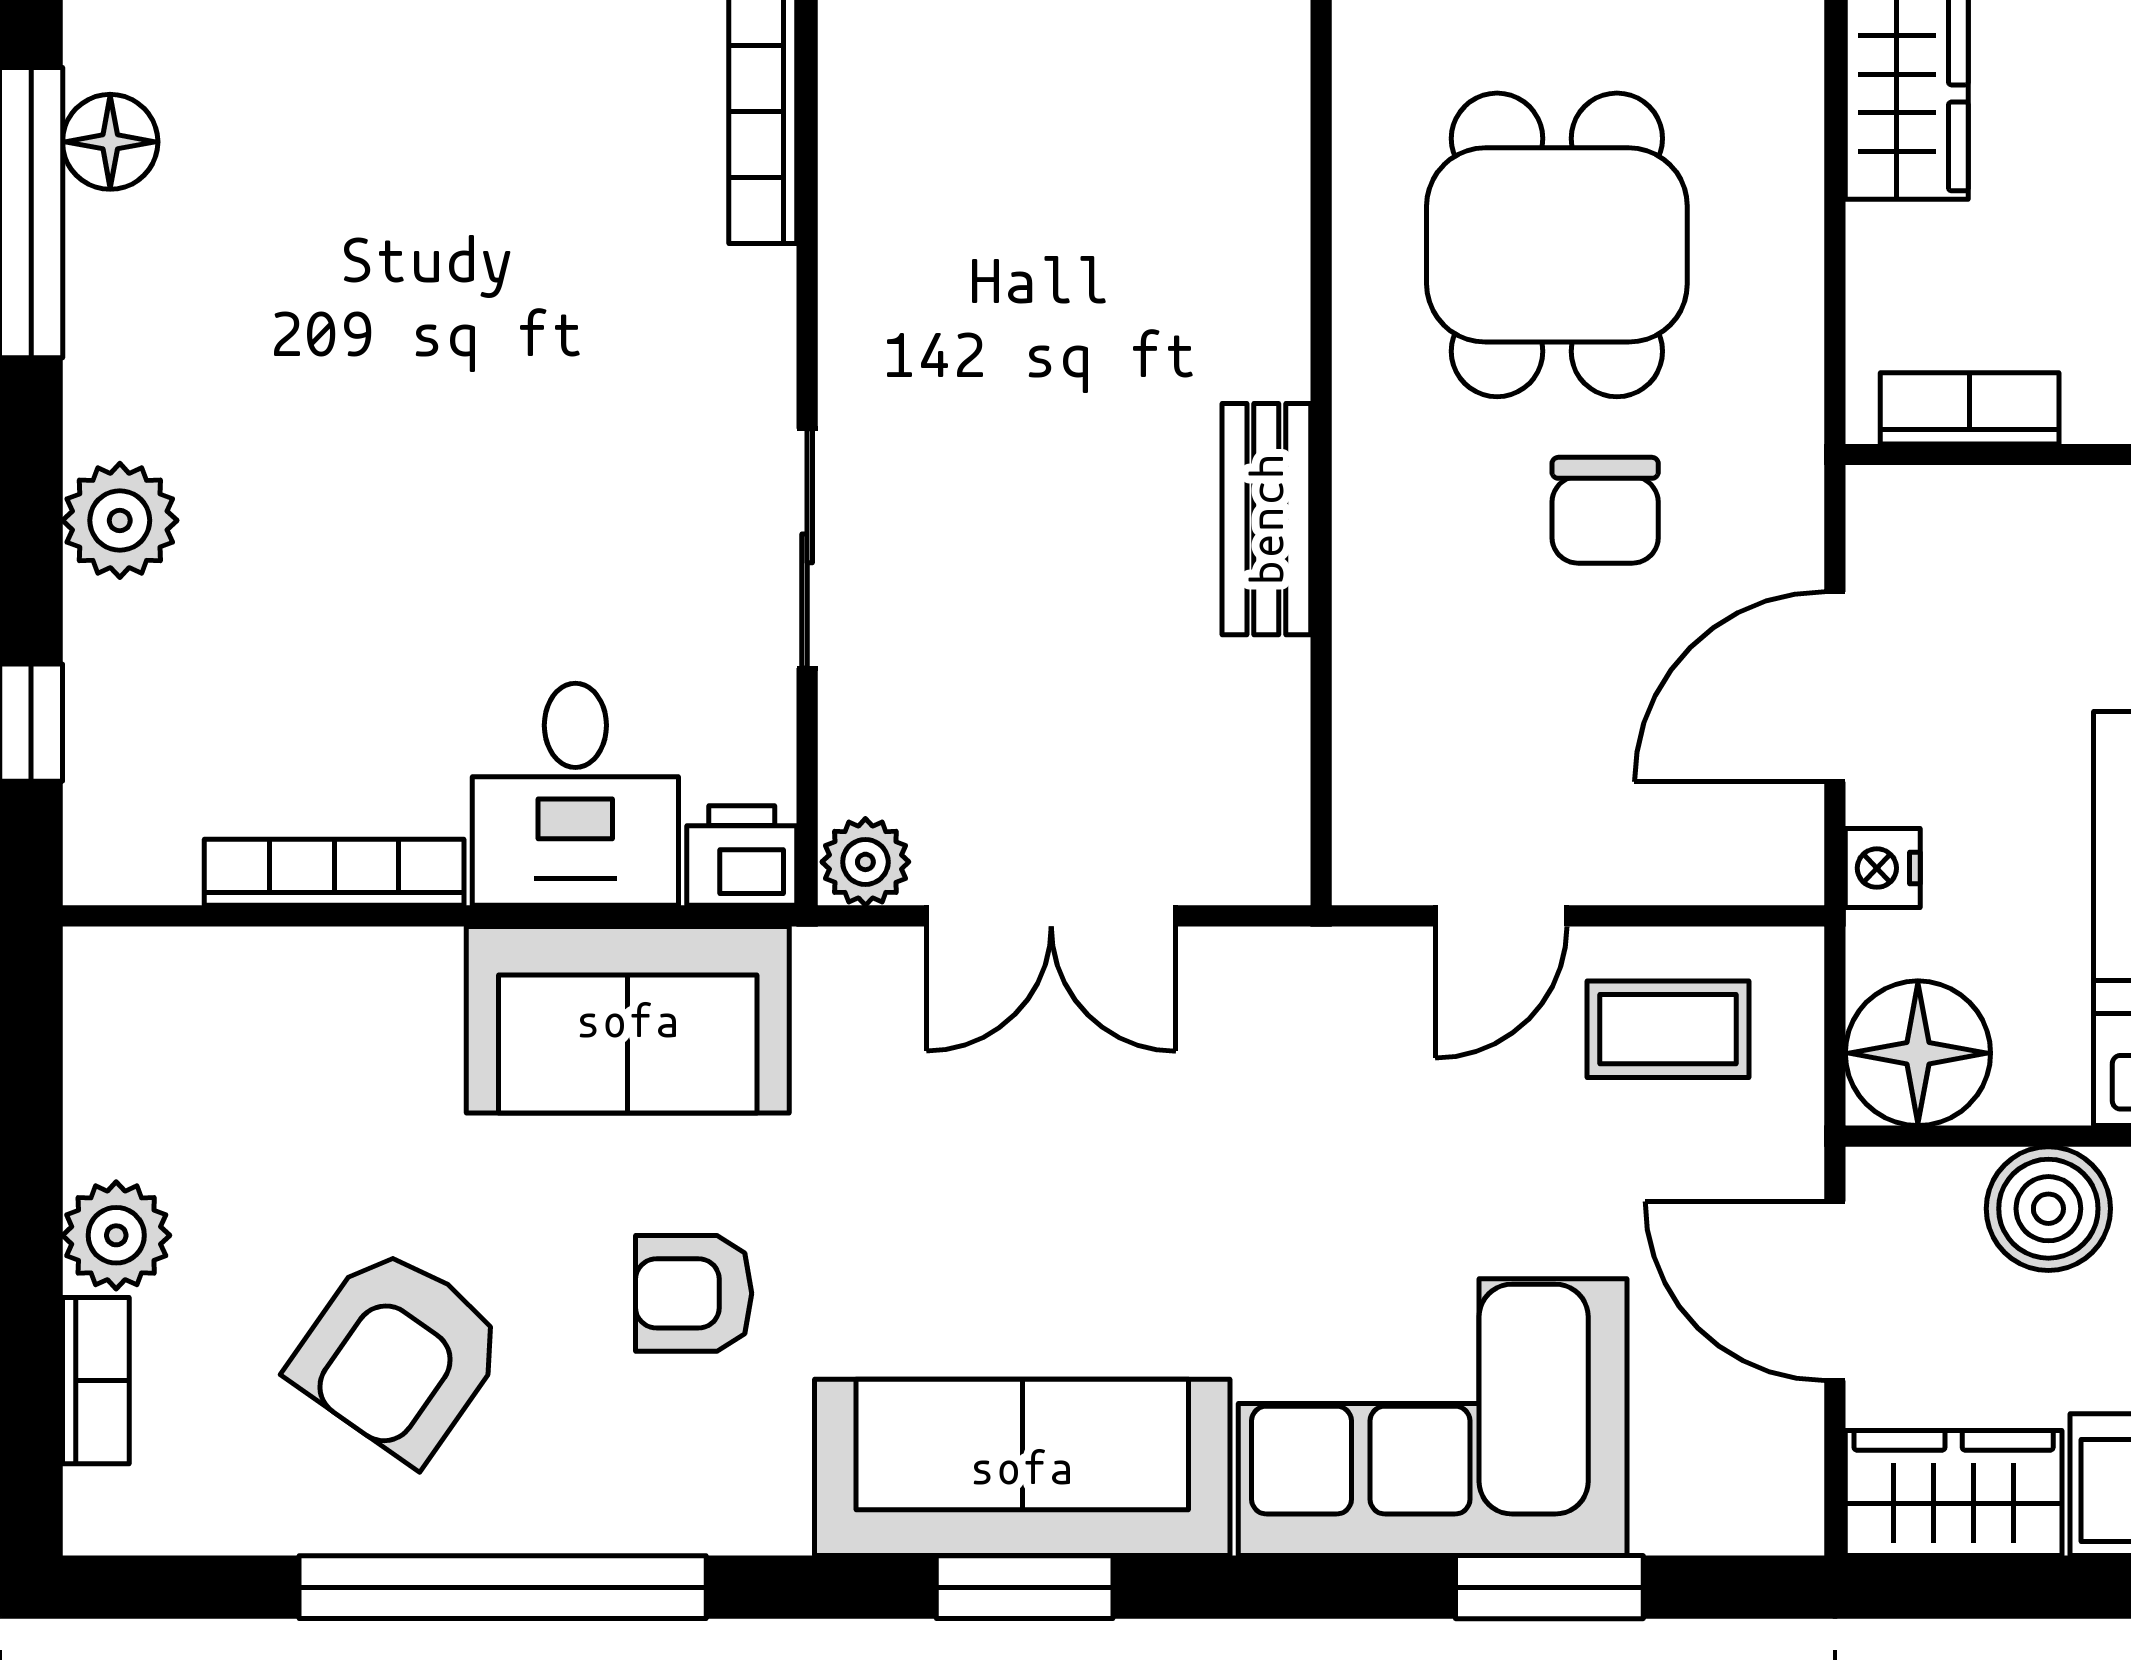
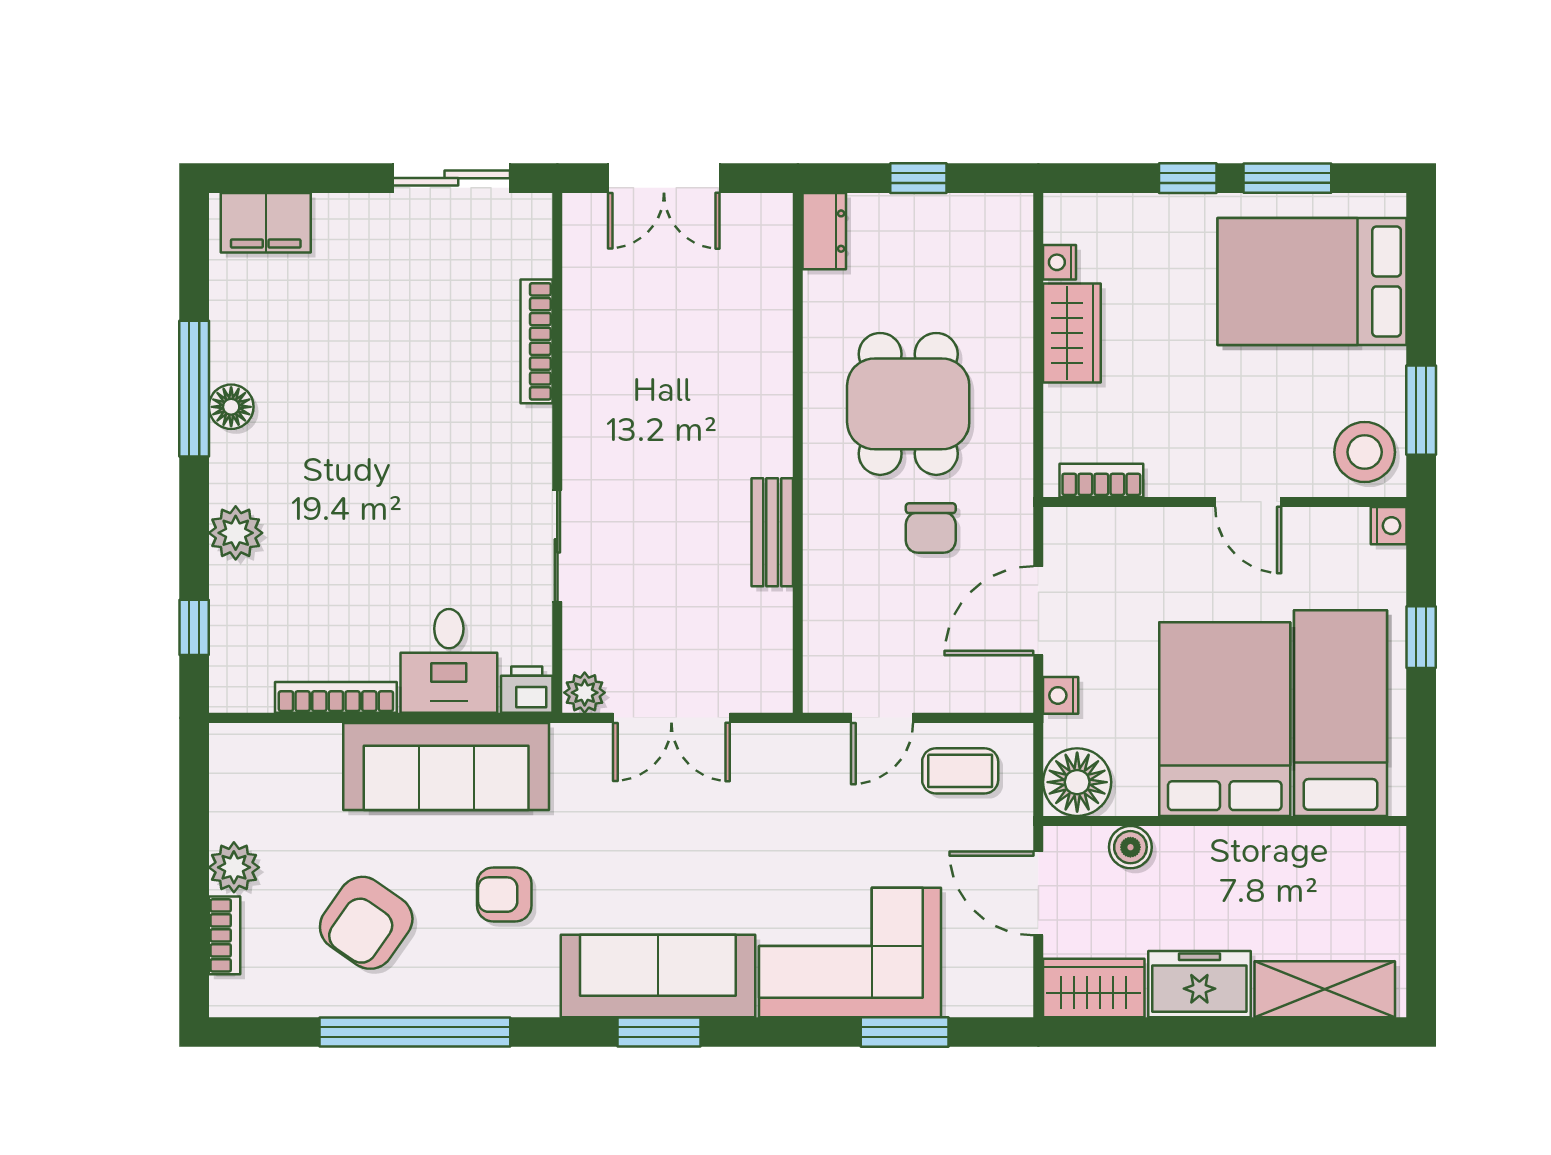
floor lamp: (110, 142) -> (231, 407), moved
sofa: (628, 1020) -> (446, 766), width x1.36
boiler: (2048, 1209) -> (1130, 847), width x0.73, depth x0.73

